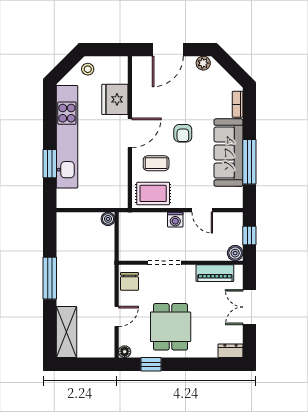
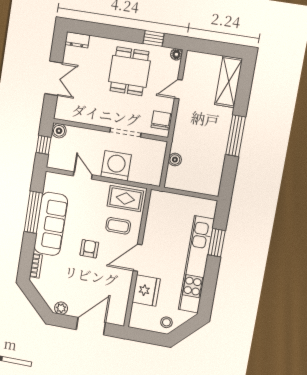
boiler: (108, 219) -> (175, 160), moved
washing machine: (175, 220) -> (116, 166), width x1.89, depth x1.89
piano: (215, 273) -> (80, 115), removed

